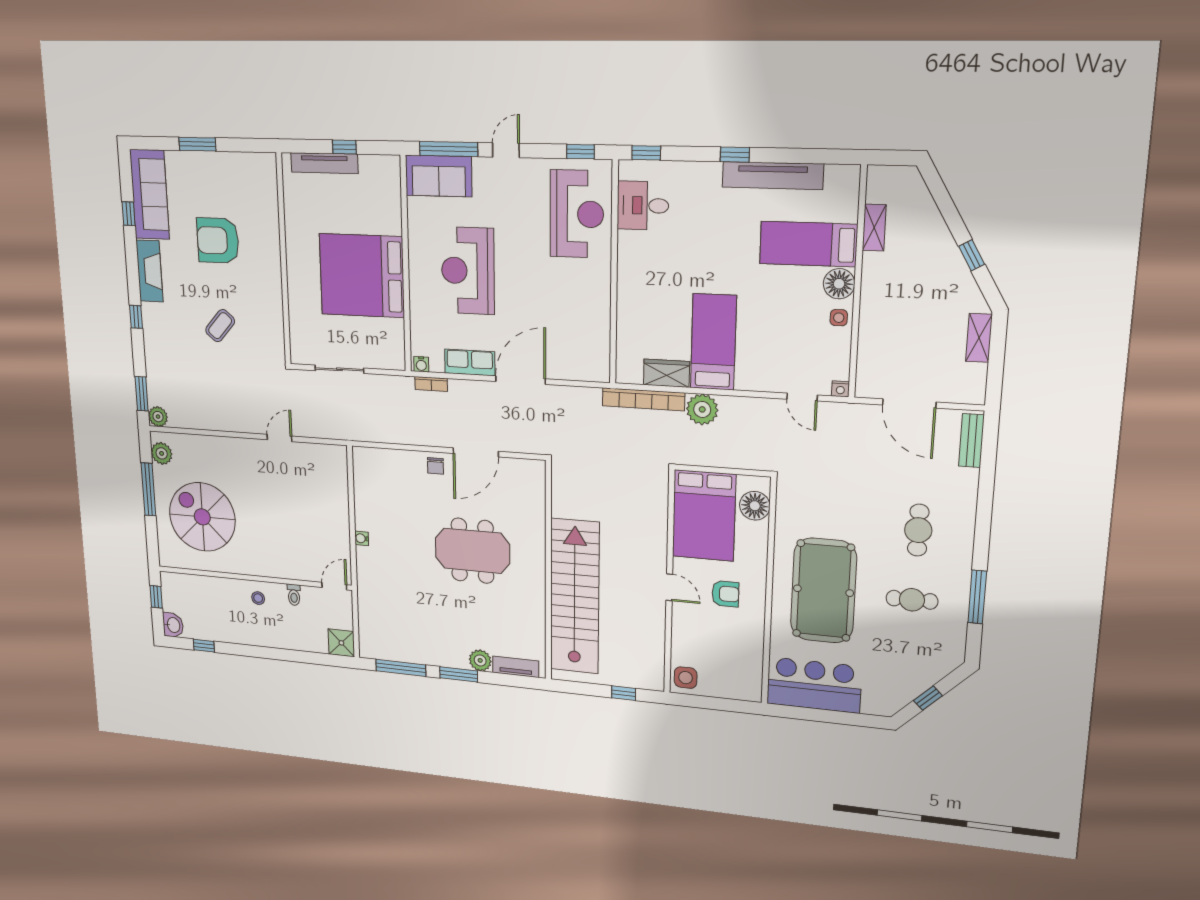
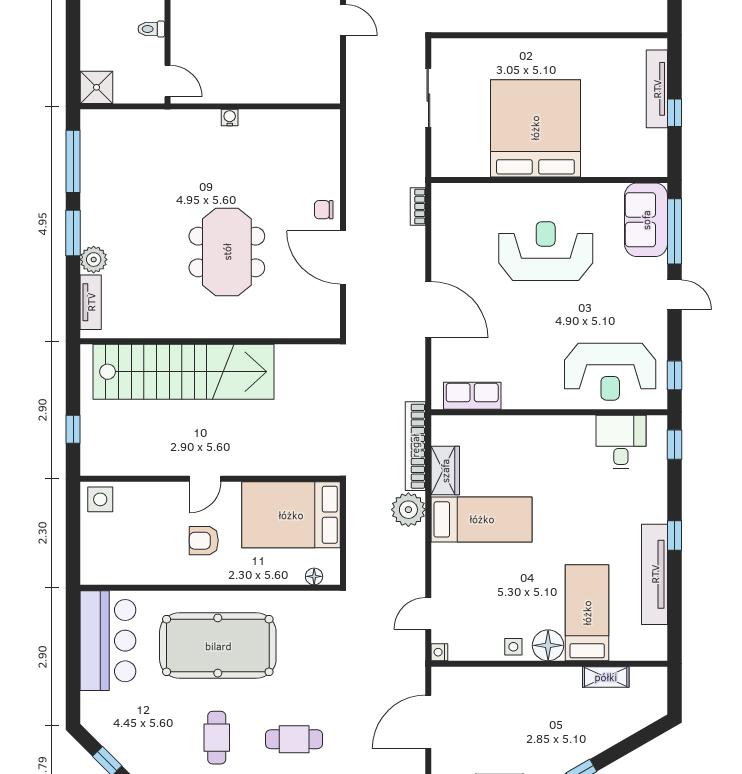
row of seats: (470, 362) -> (472, 396), moved, turned -90
water cooler: (421, 364) -> (440, 195), removed
floor lamp: (755, 506) -> (314, 576), width x0.53, depth x0.53
armchair: (725, 594) -> (204, 541), turned 90

